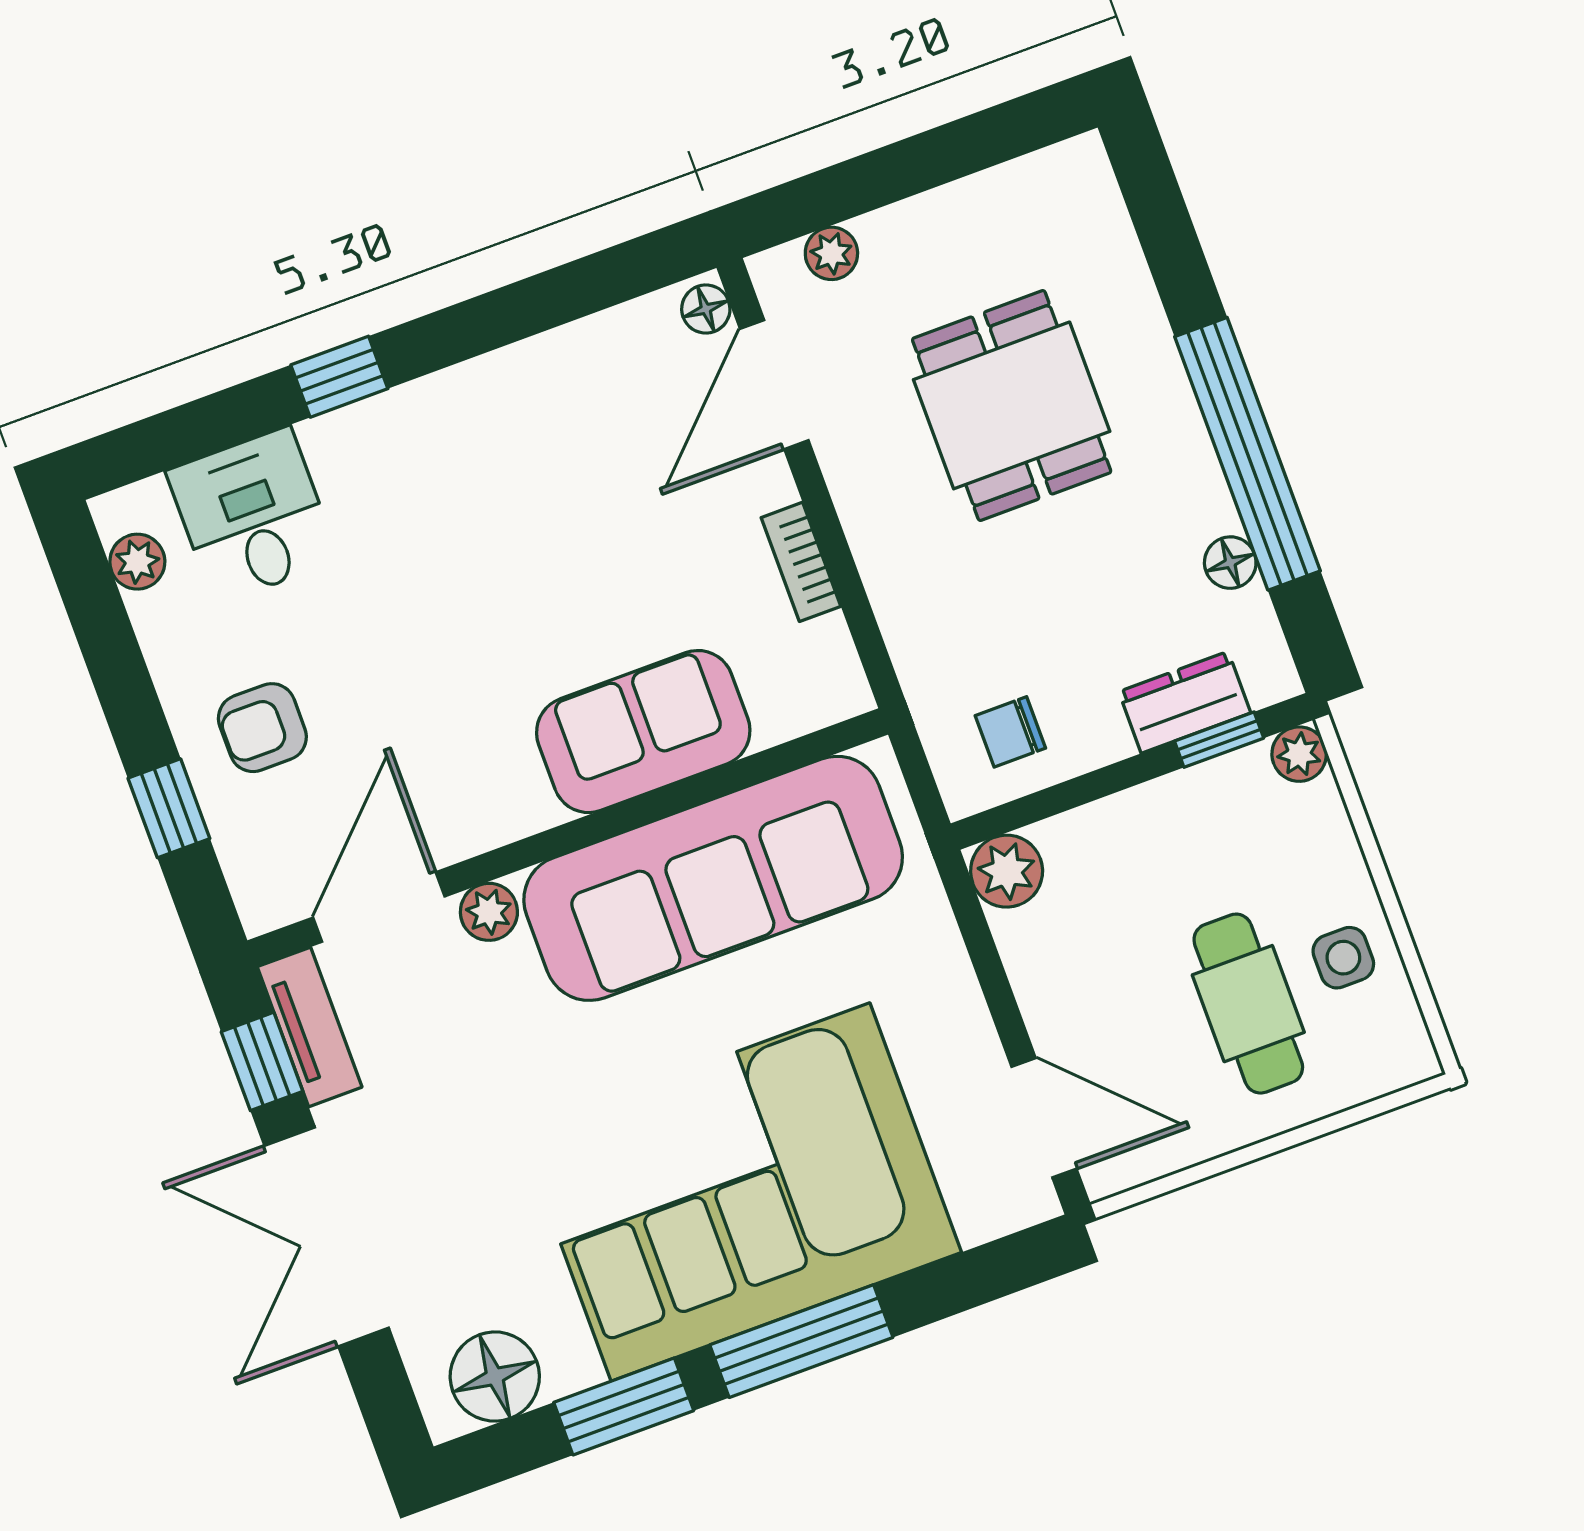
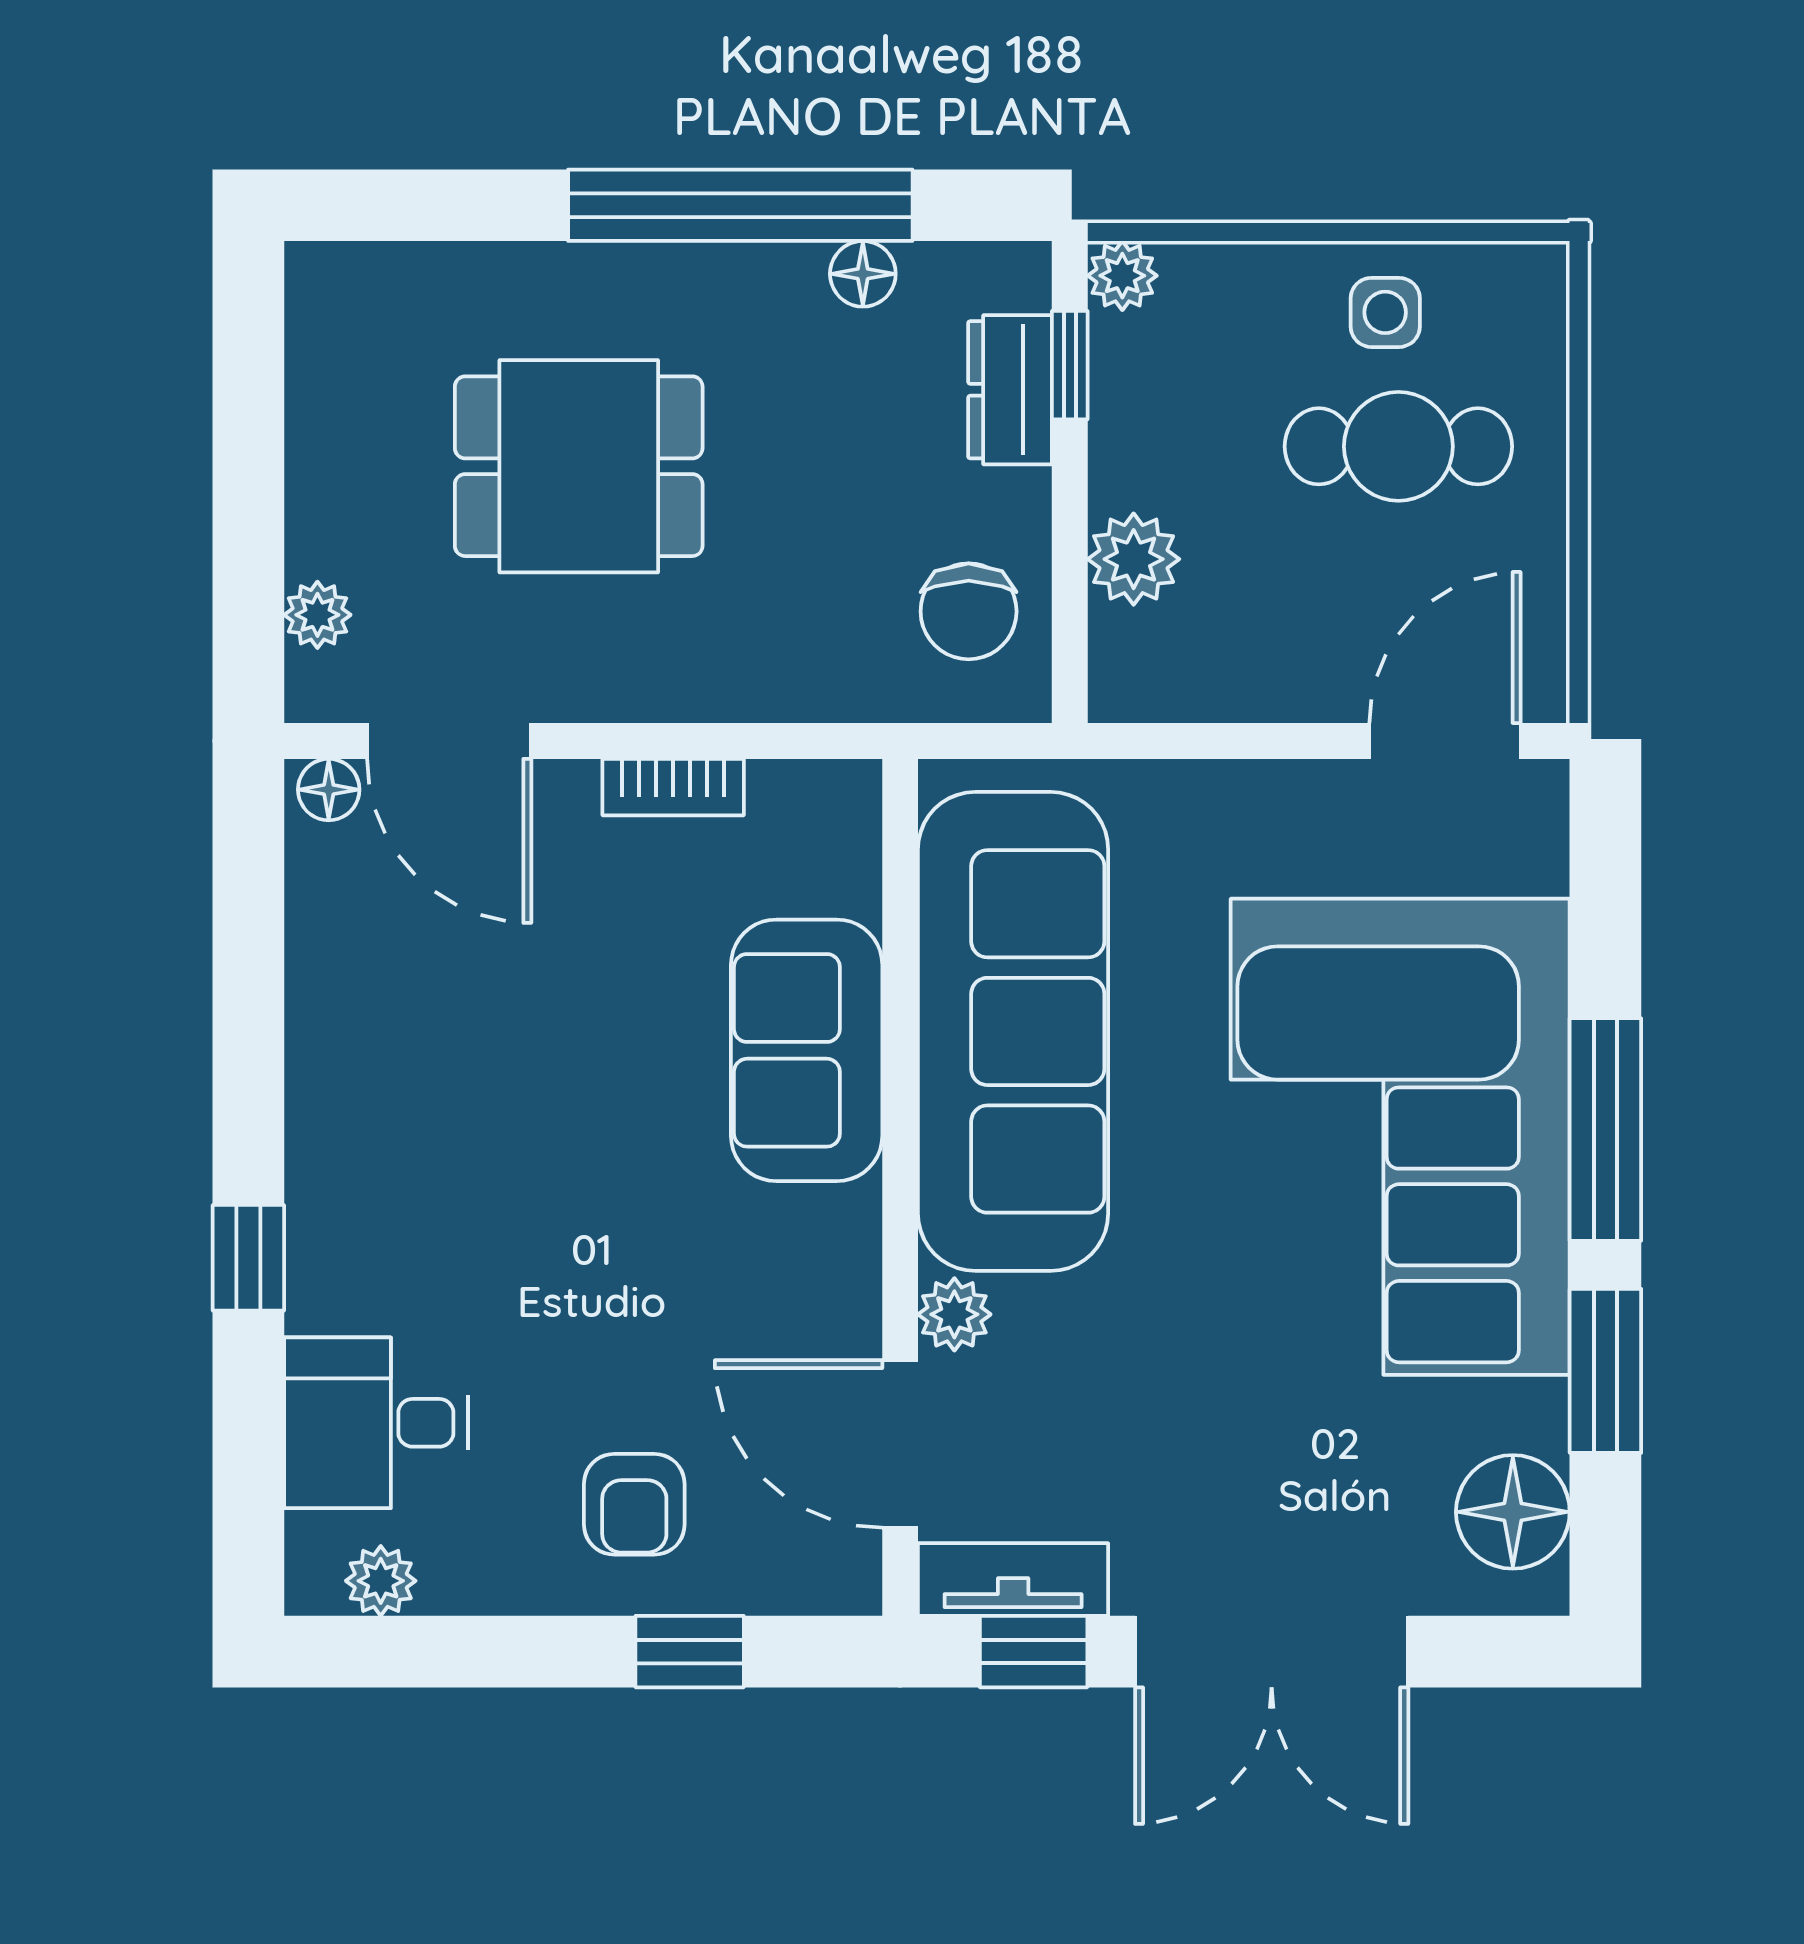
chair: (1010, 732) -> (969, 611), width x1.37, depth x1.37
plant: (1007, 871) -> (1134, 559), moved

